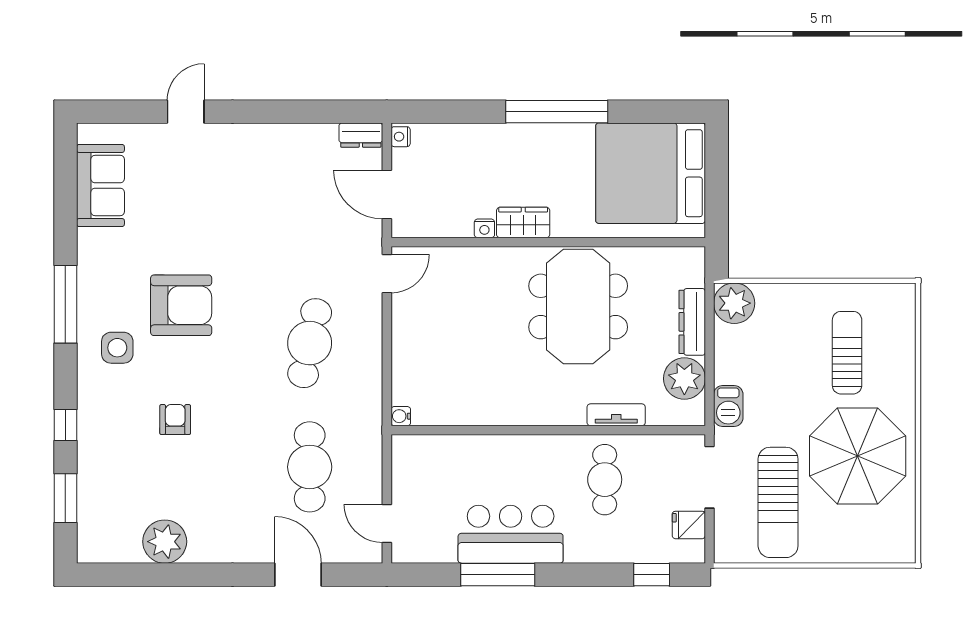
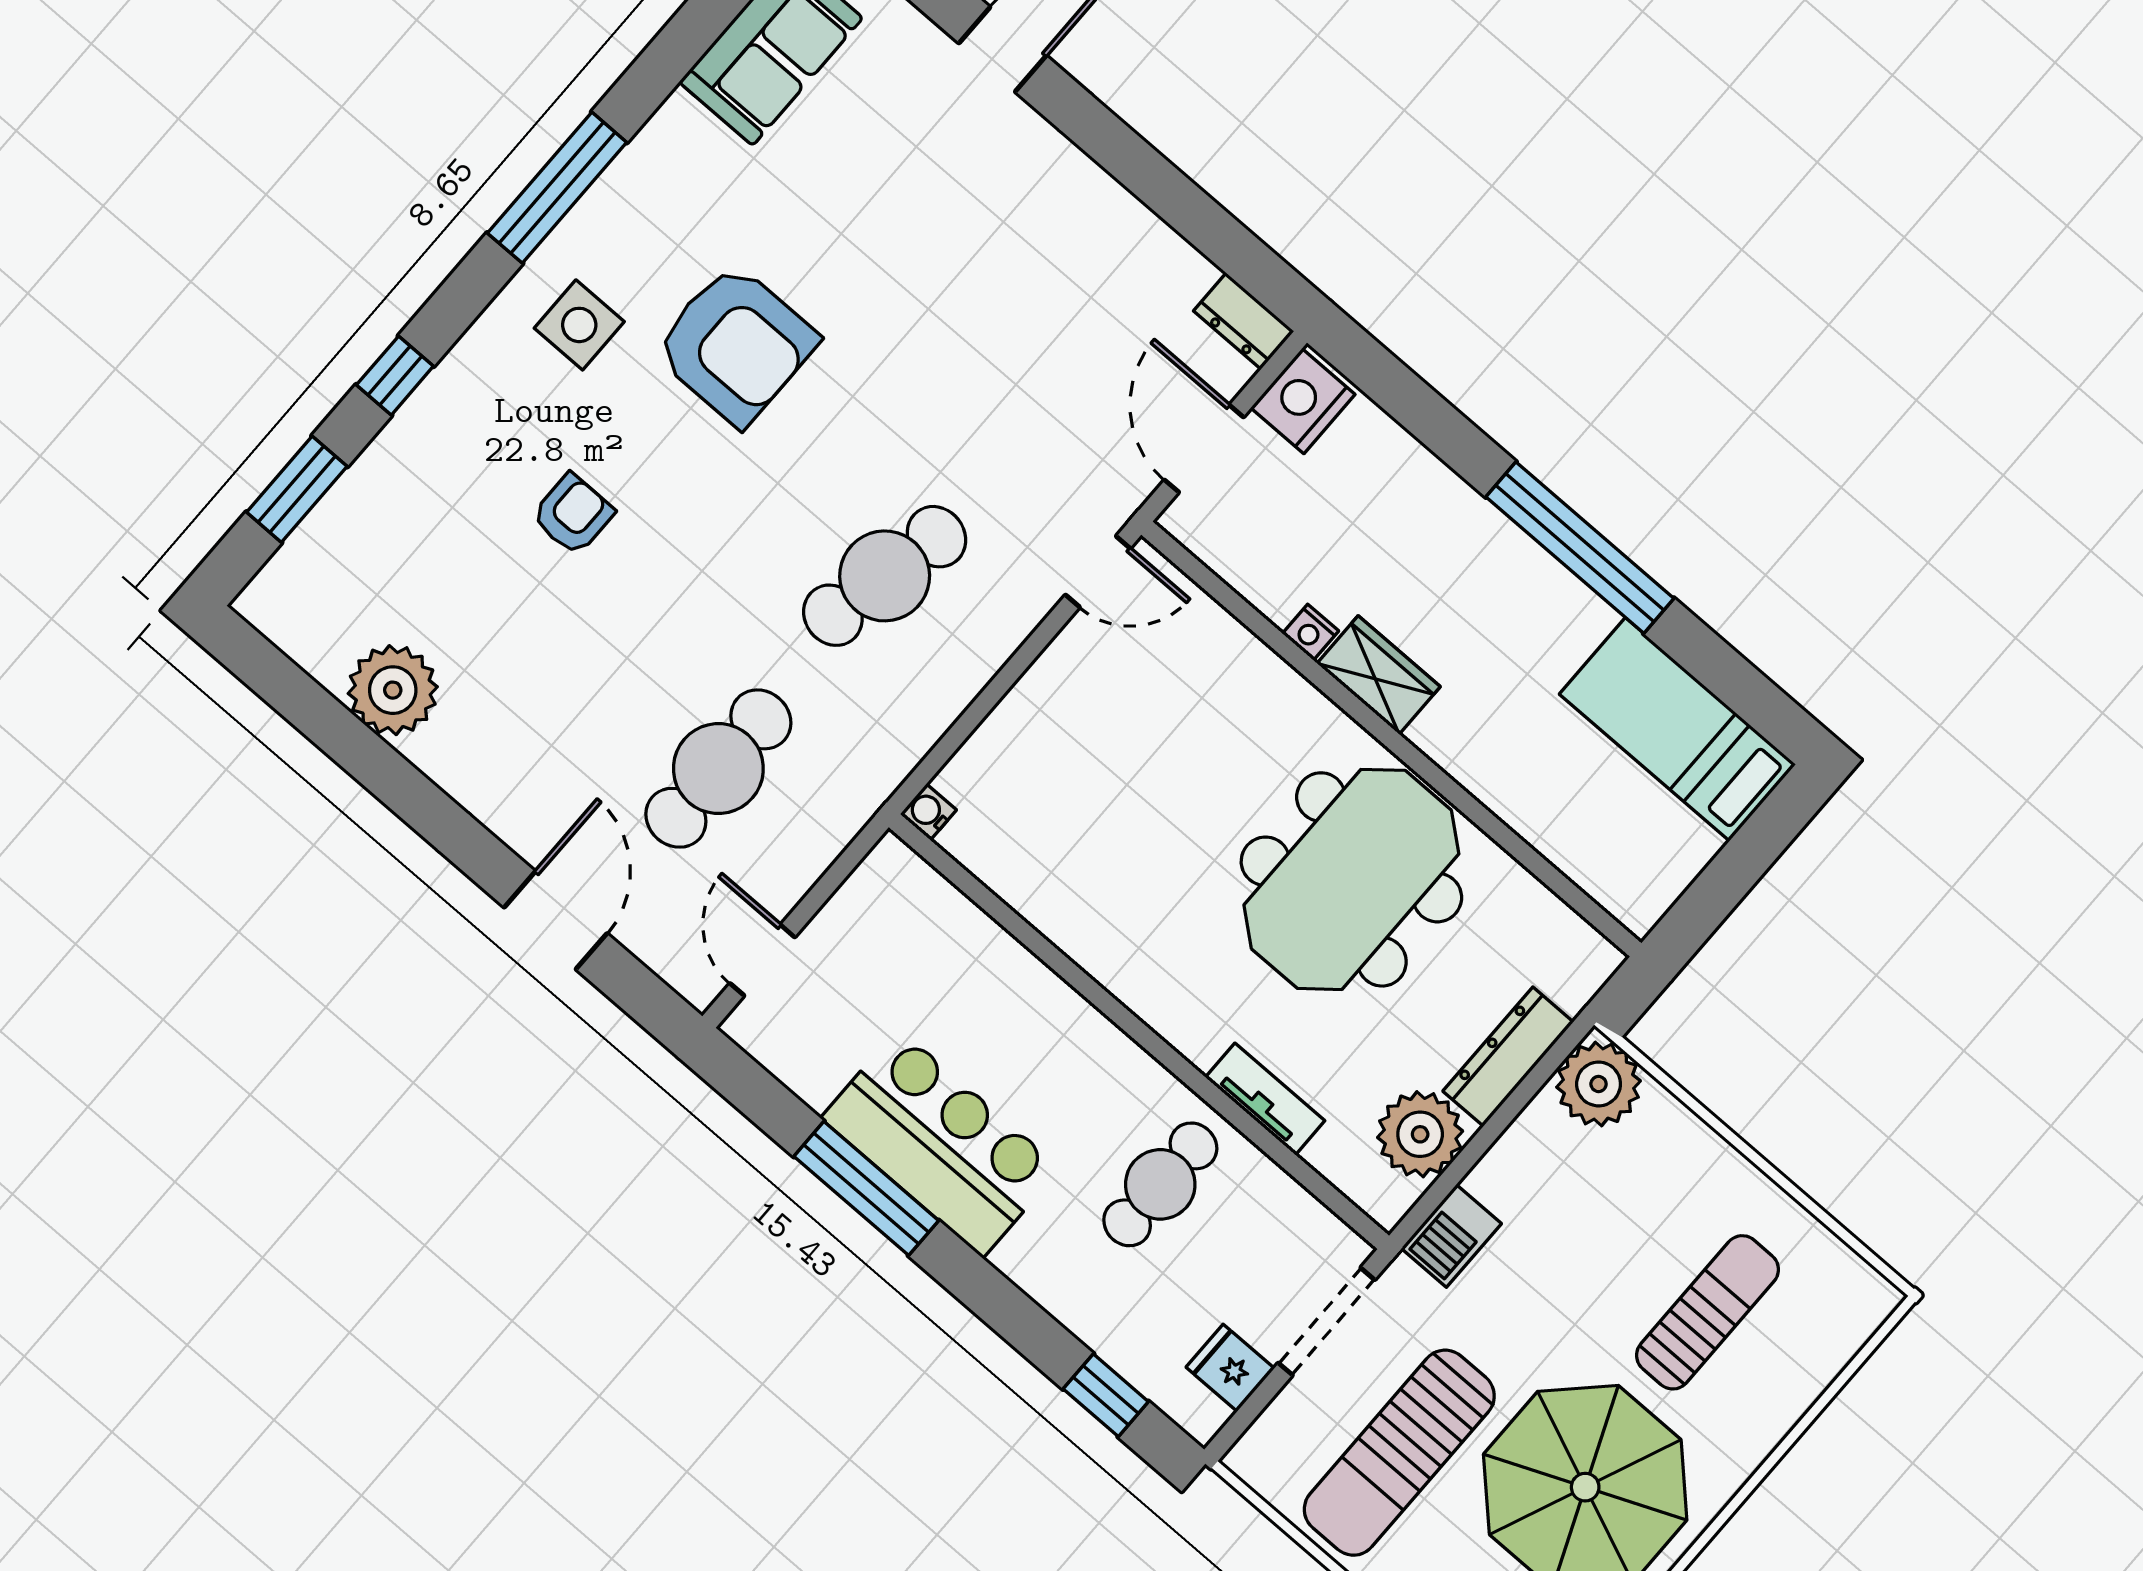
nightstand: (401, 137) -> (1303, 401), width x1.89, depth x1.79
bed: (651, 173) -> (1678, 729), width x0.49

